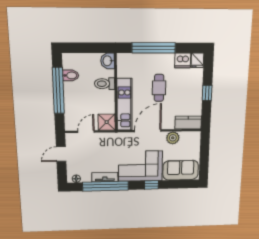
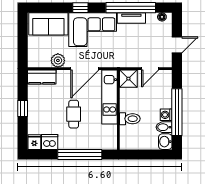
washbasin: (108, 61) -> (165, 142), moved, turned 180
washing machine: (69, 88) -> (166, 115), added

